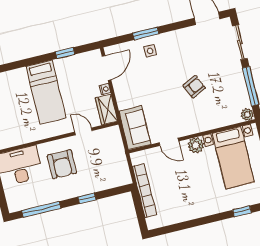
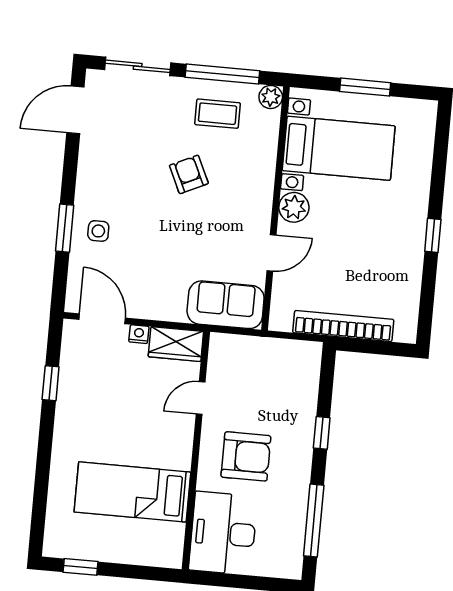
coffee table: (230, 91) -> (218, 114), added
bed: (46, 92) -> (132, 492), moved, turned 180
window: (242, 211) -> (433, 235), moved

